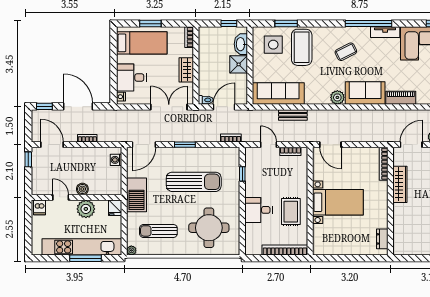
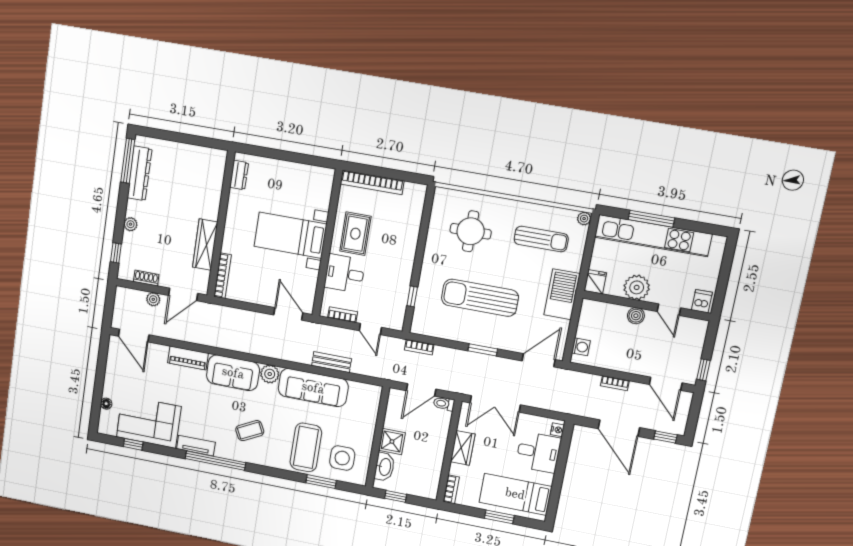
sofa: (278, 93) -> (313, 388), moved
desk: (258, 210) -> (345, 274), moved, turned 180
round table: (209, 228) -> (471, 231), width x0.73, depth x0.73

